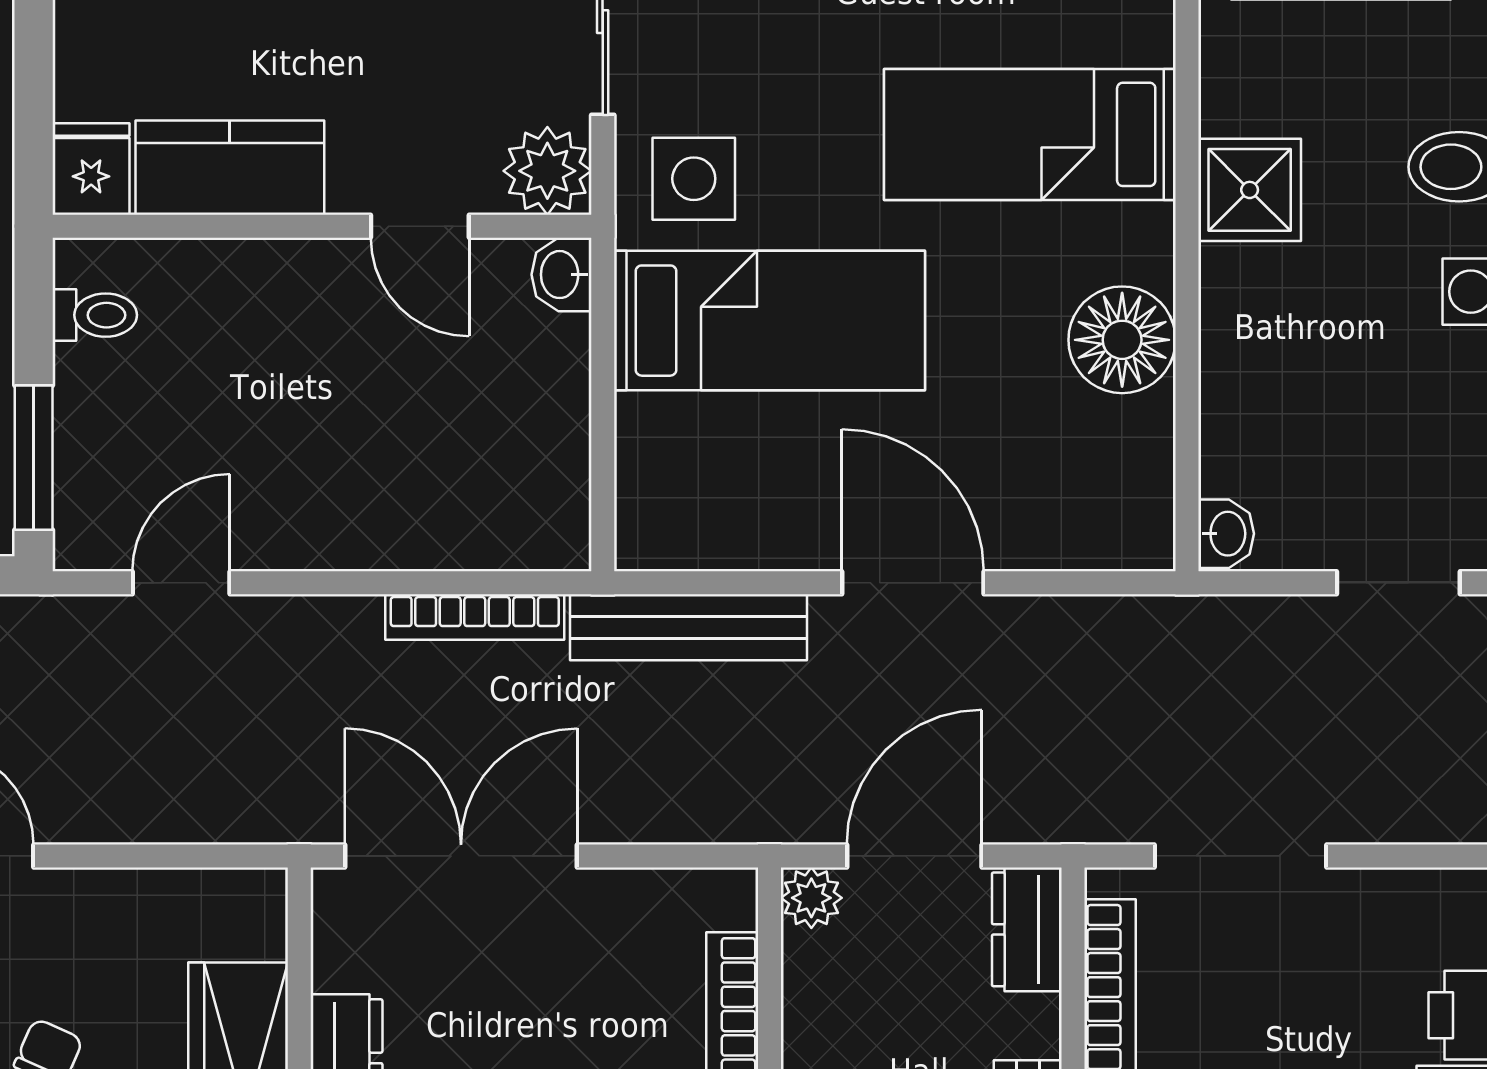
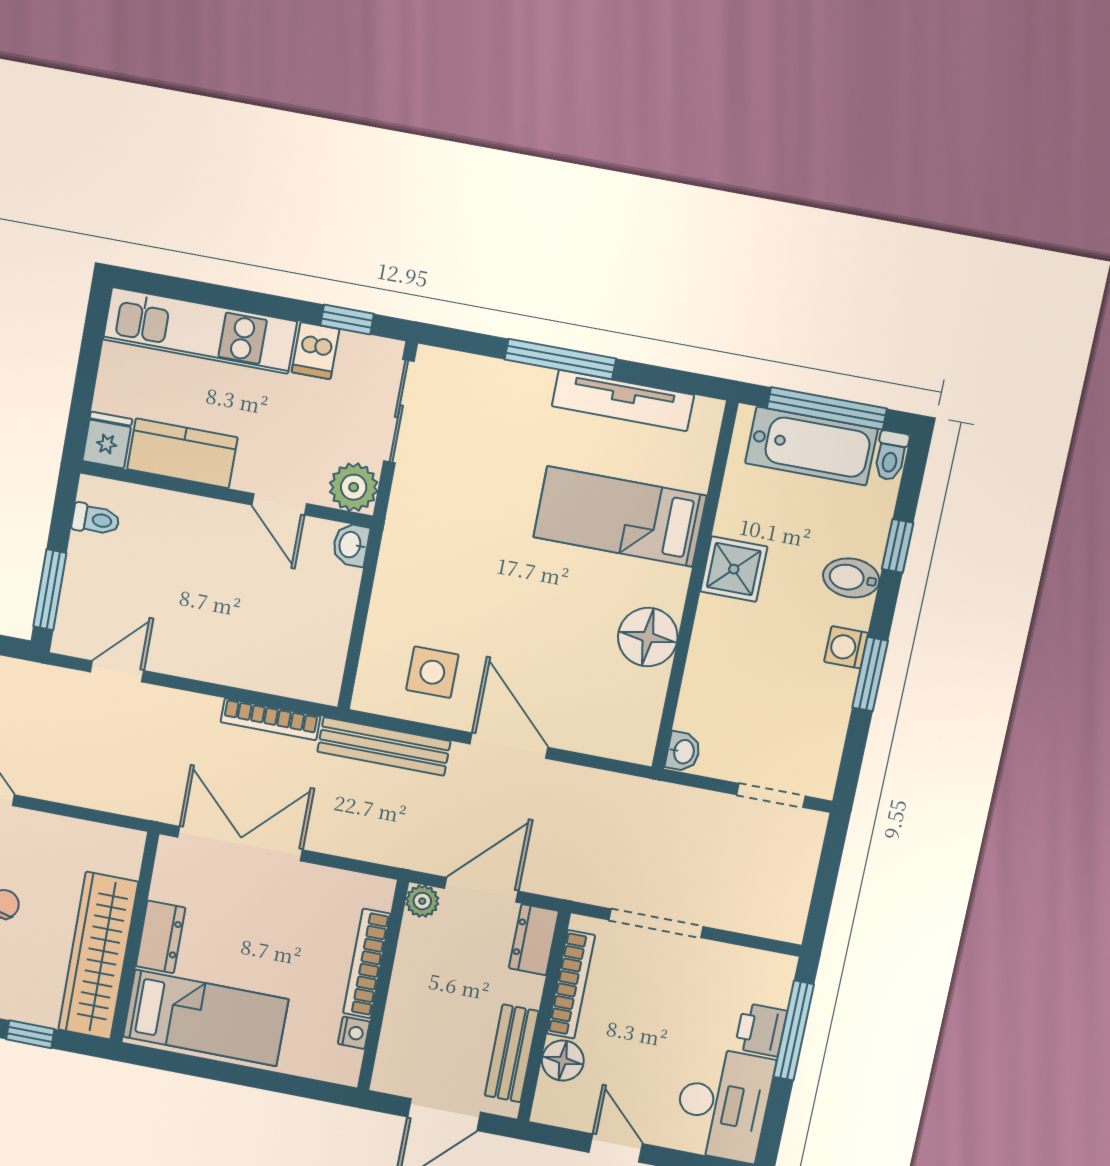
side table: (694, 179) -> (432, 672), moved
bed: (769, 321) -> (459, 591), removed

